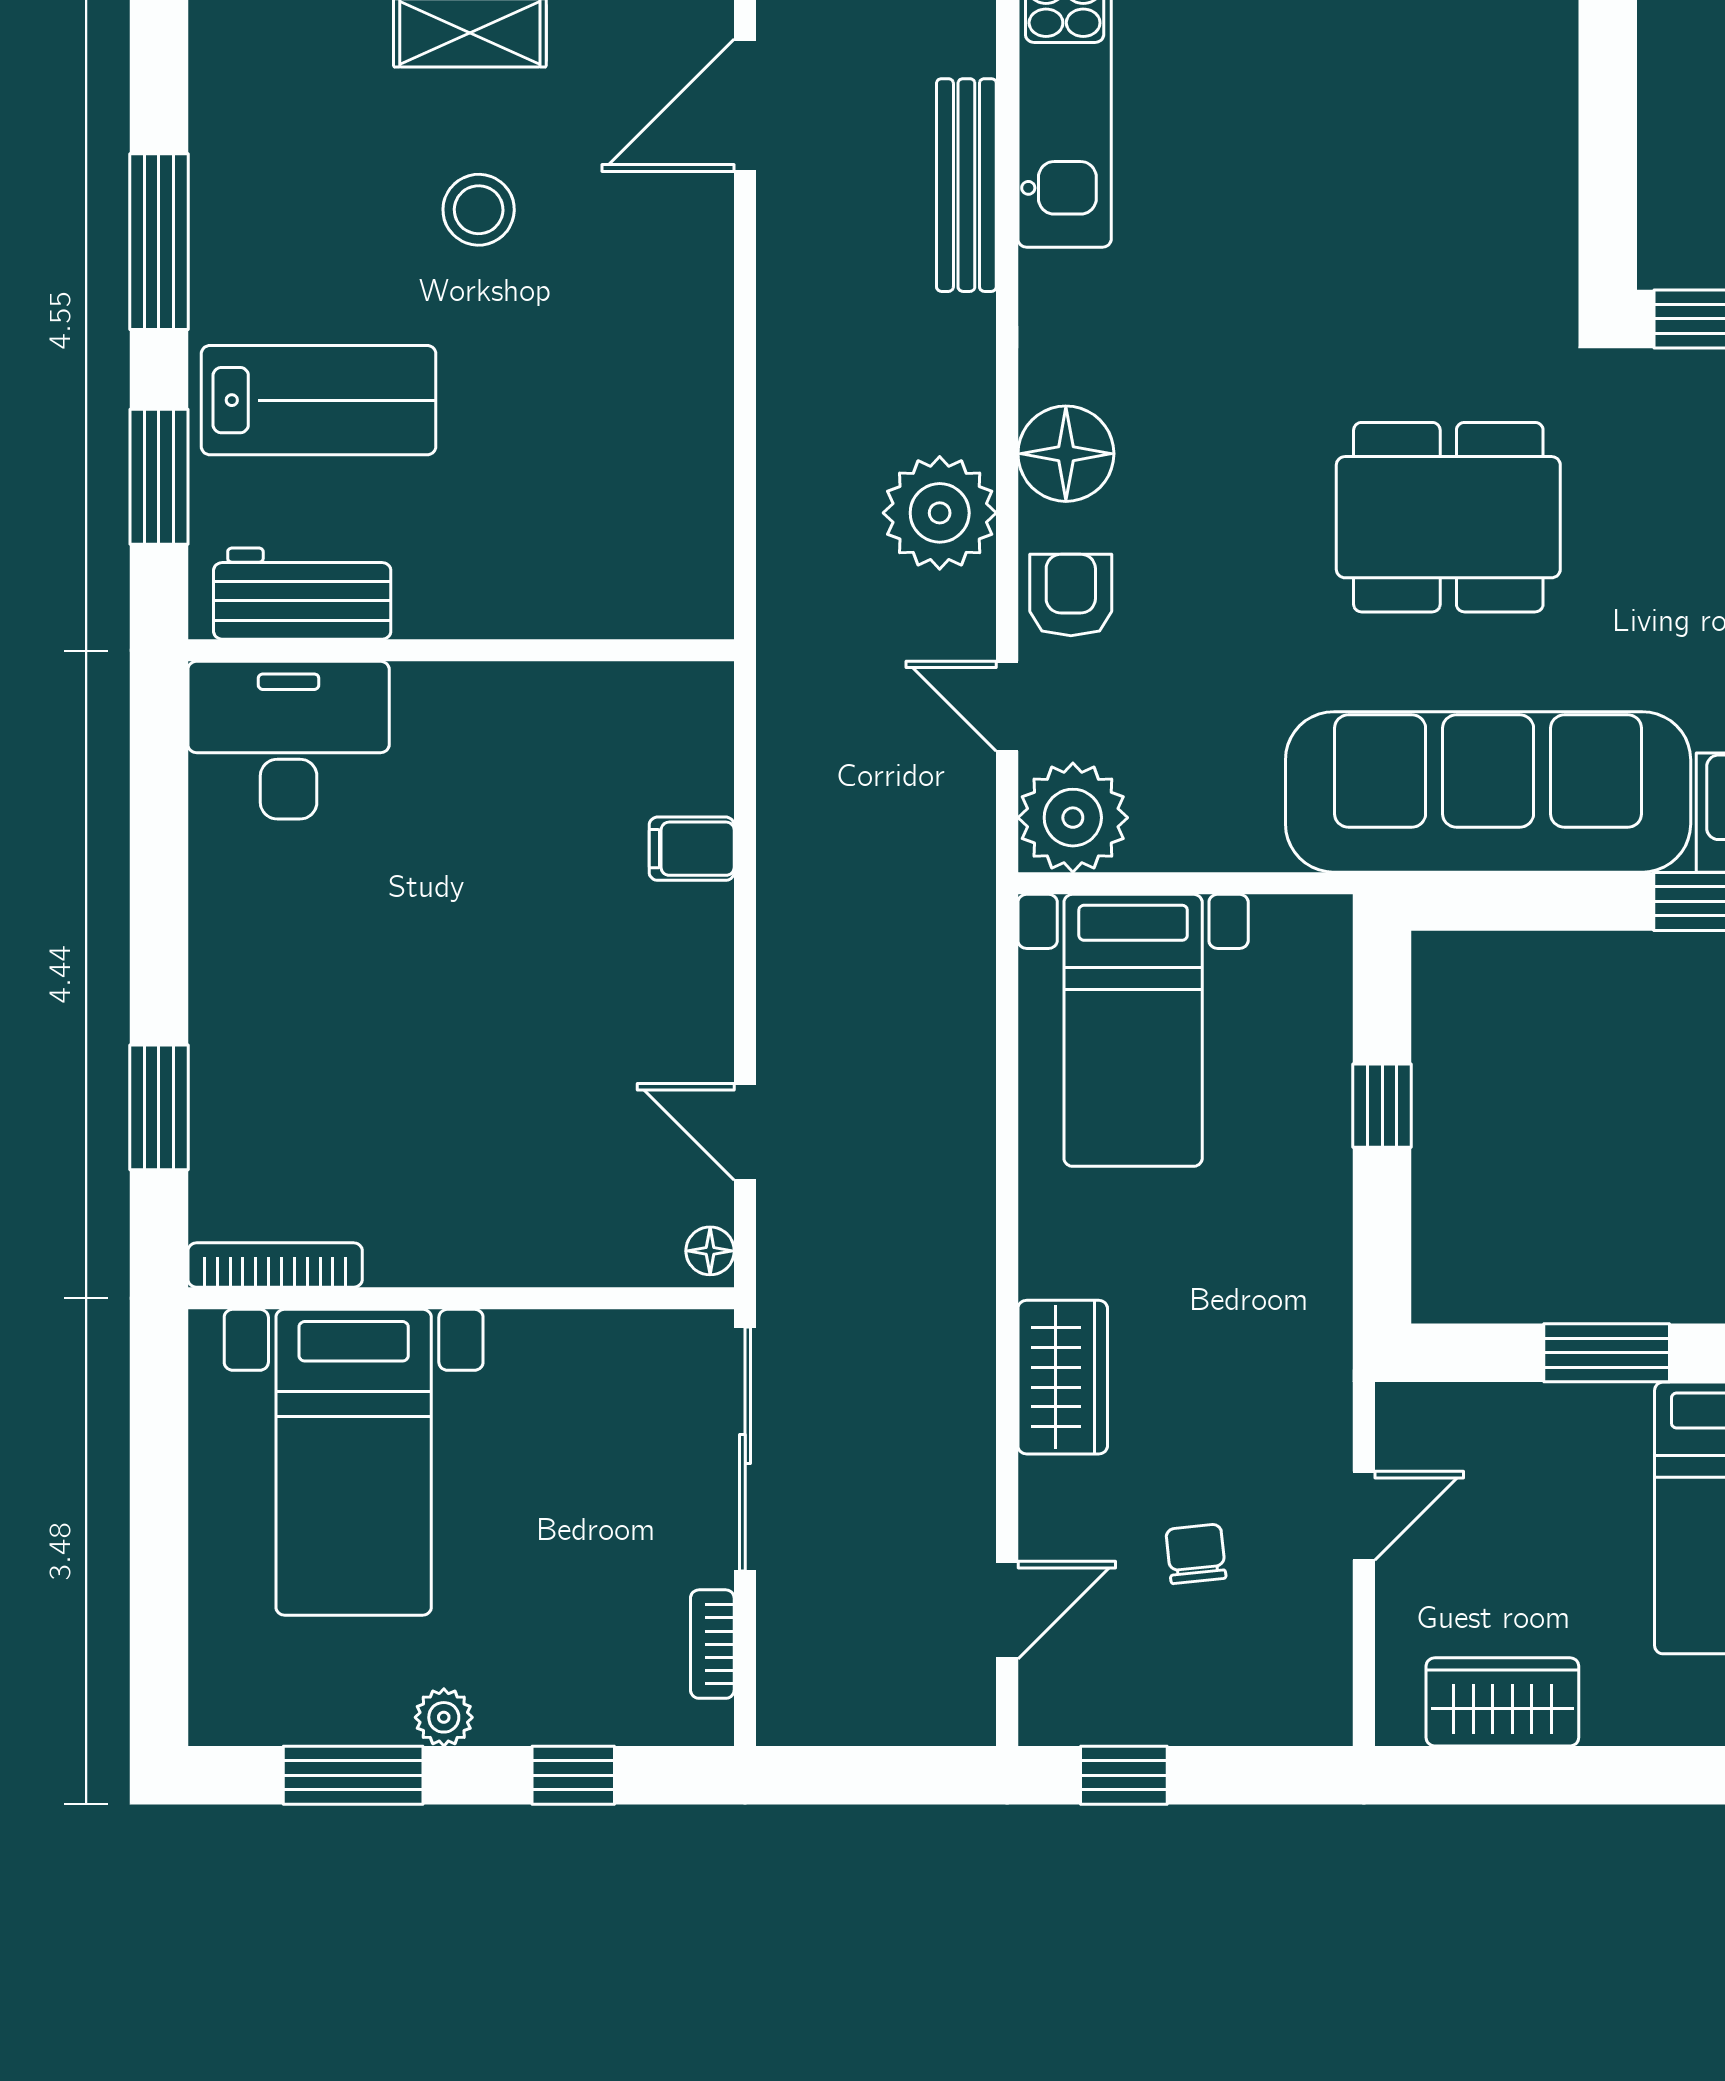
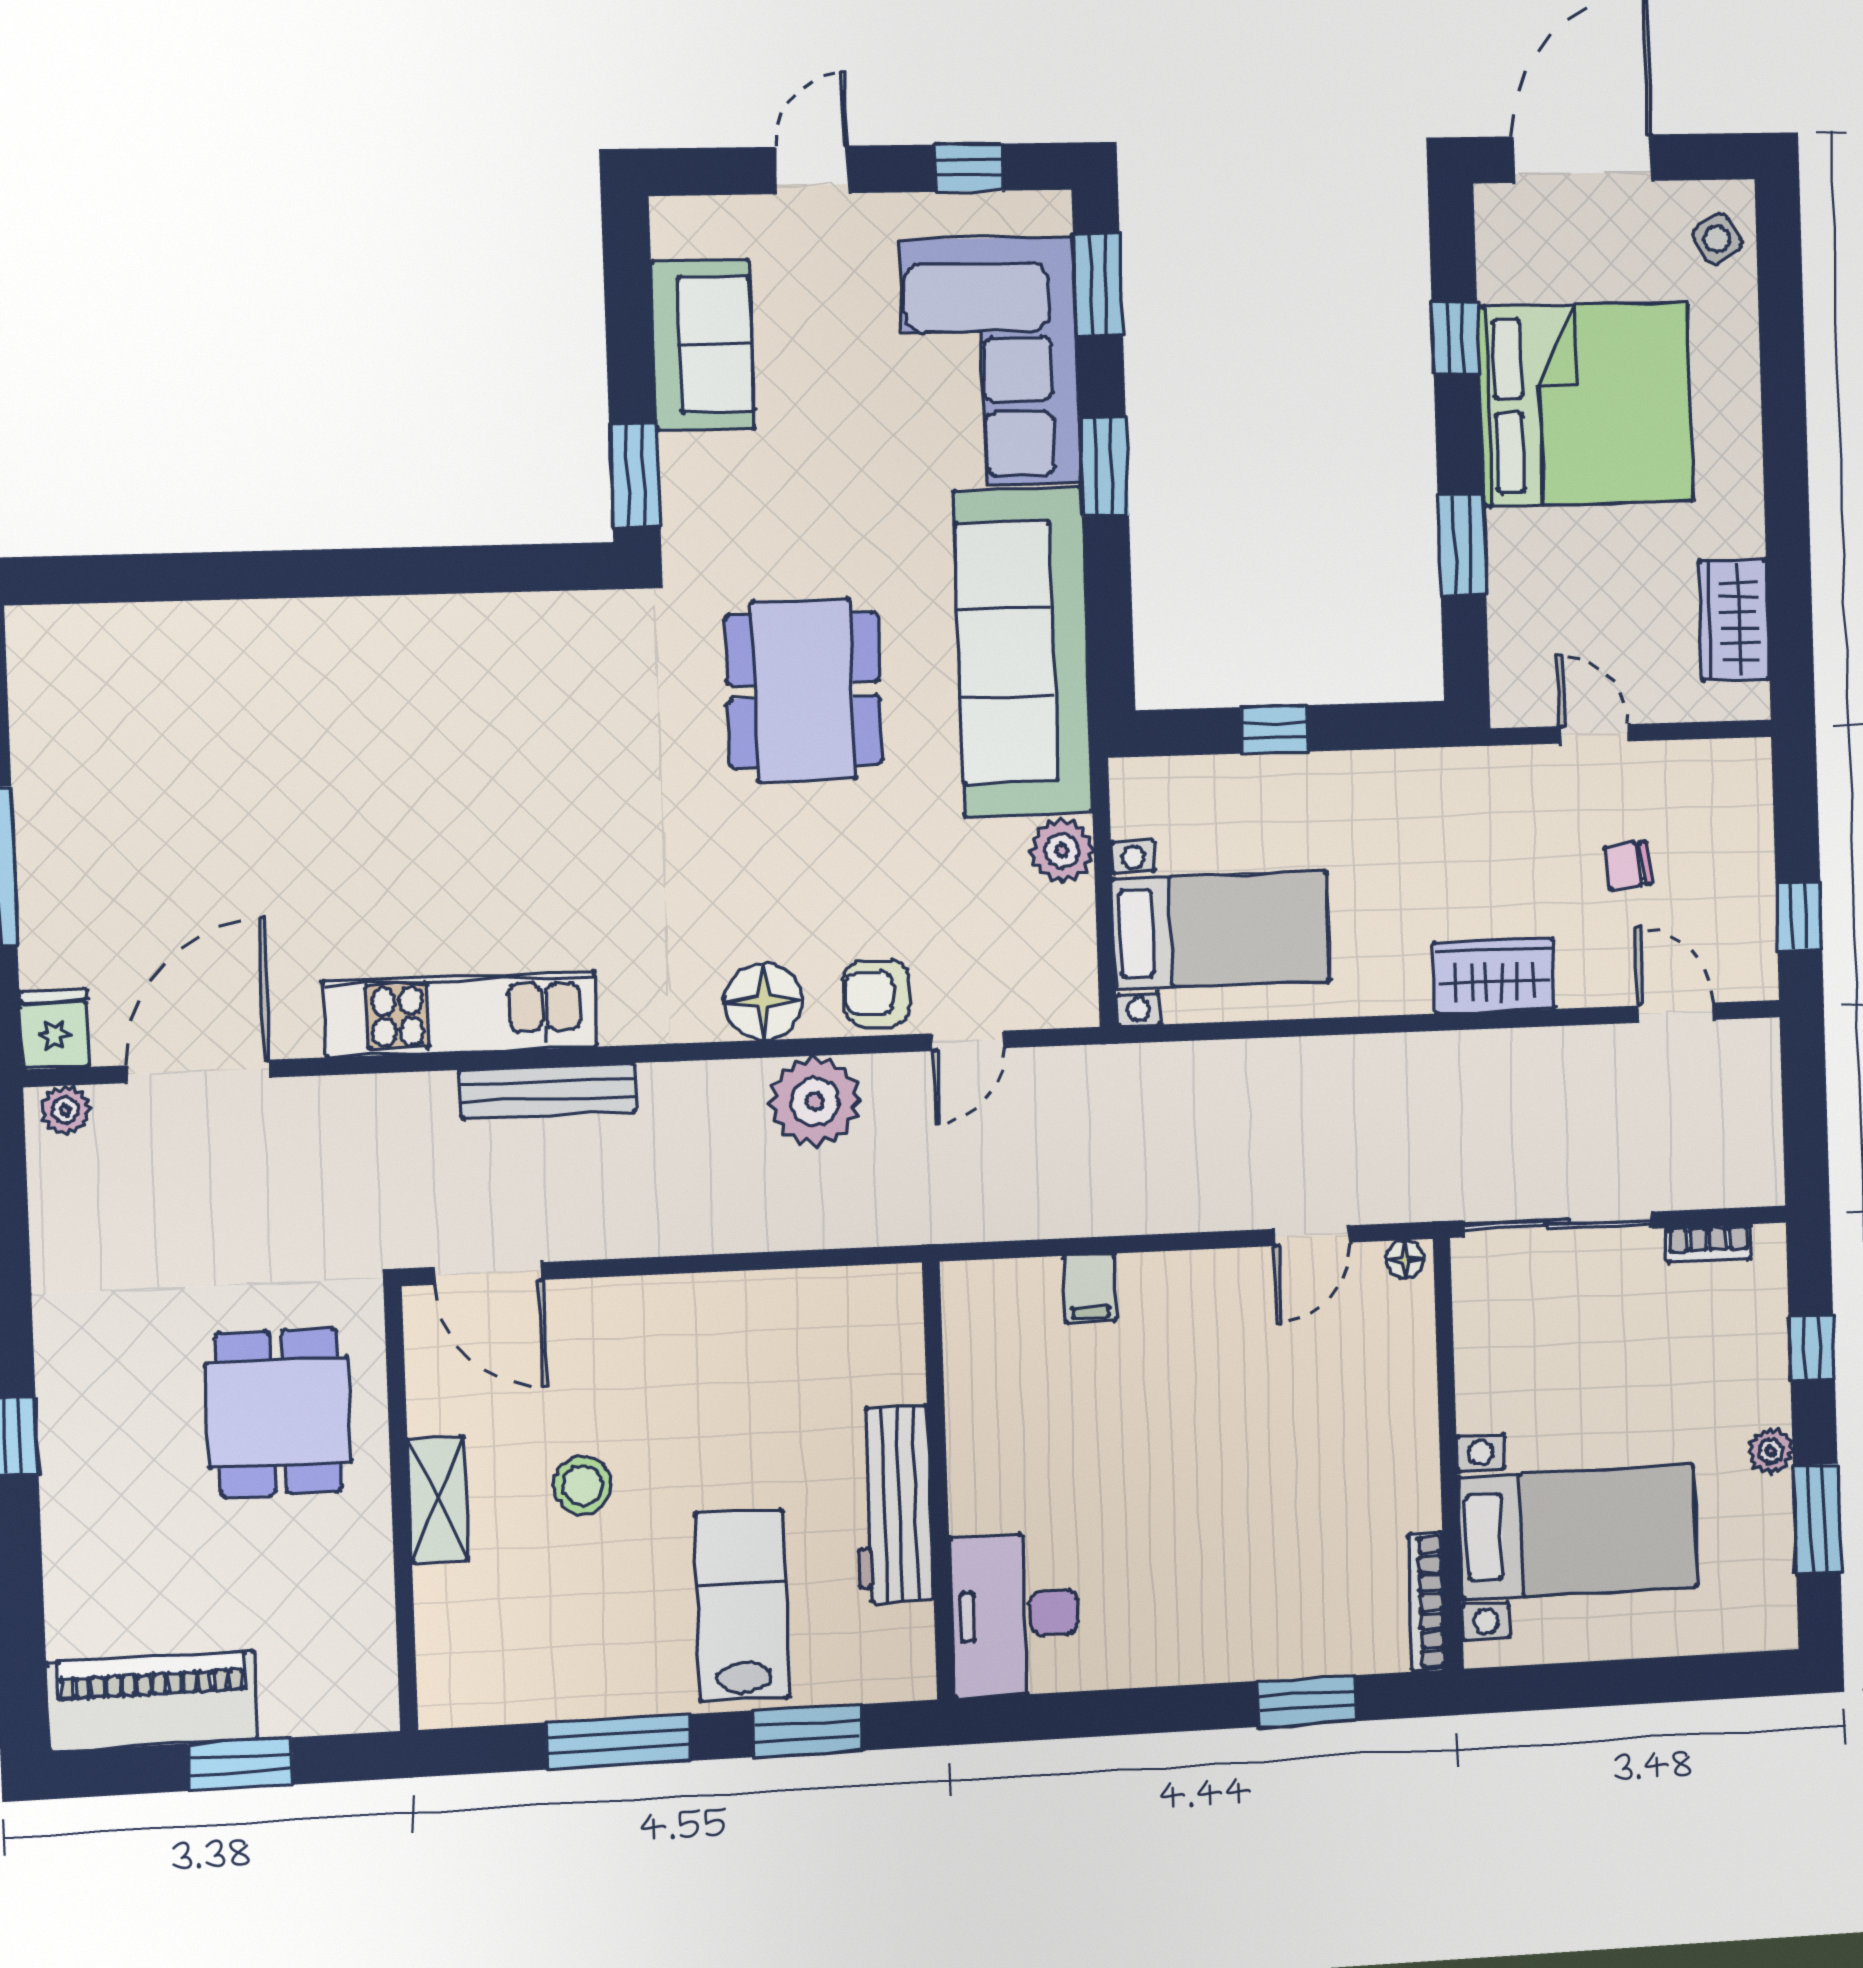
workbench: (302, 594) -> (894, 1504), moved, width x1.38
plant: (1073, 818) -> (1062, 850), moved, width x0.73, depth x0.73

